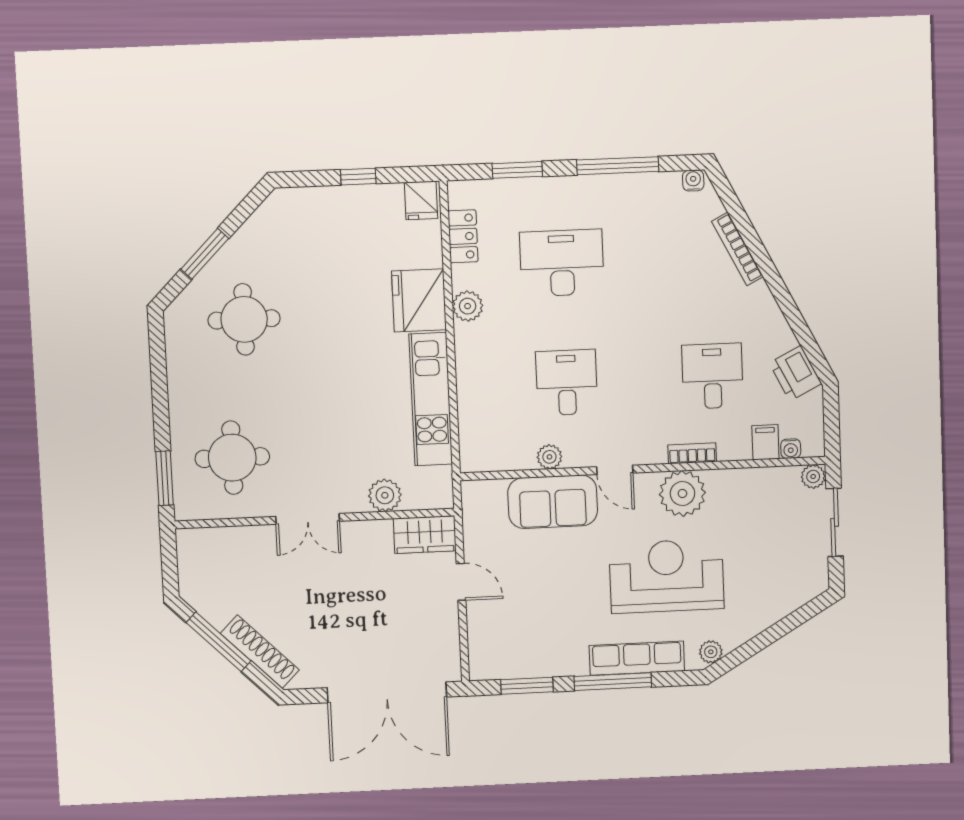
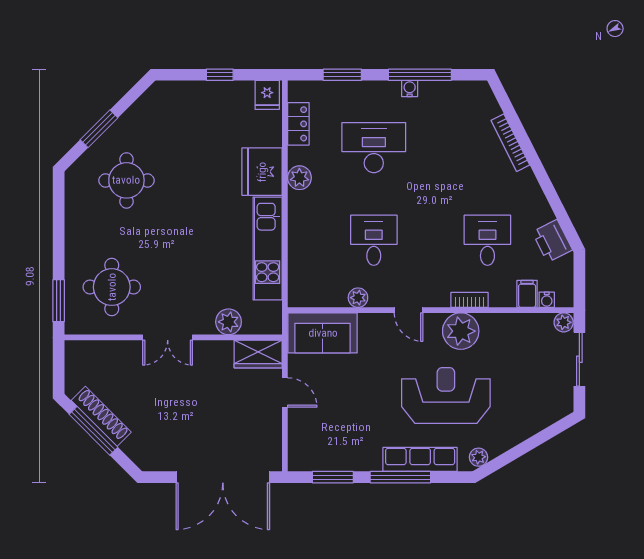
water cooler: (693, 180) -> (410, 89), moved
sofa: (553, 502) -> (323, 333), moved
shoe rack: (260, 652) -> (101, 416), moved

